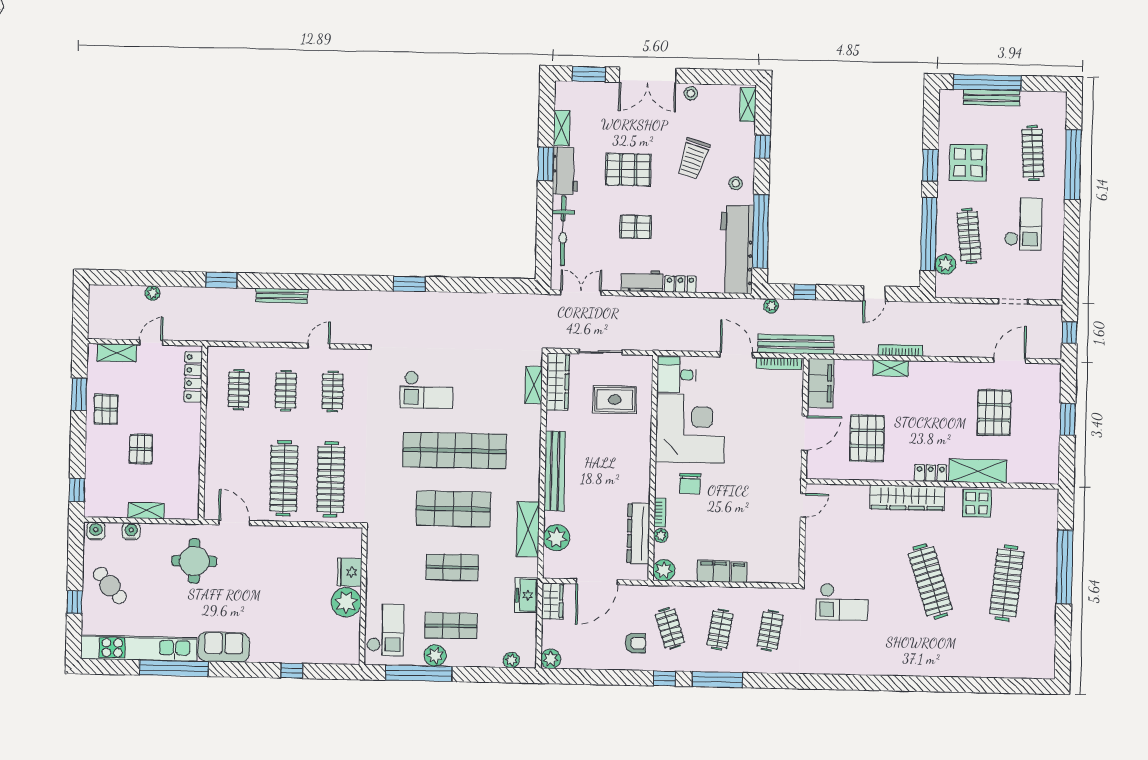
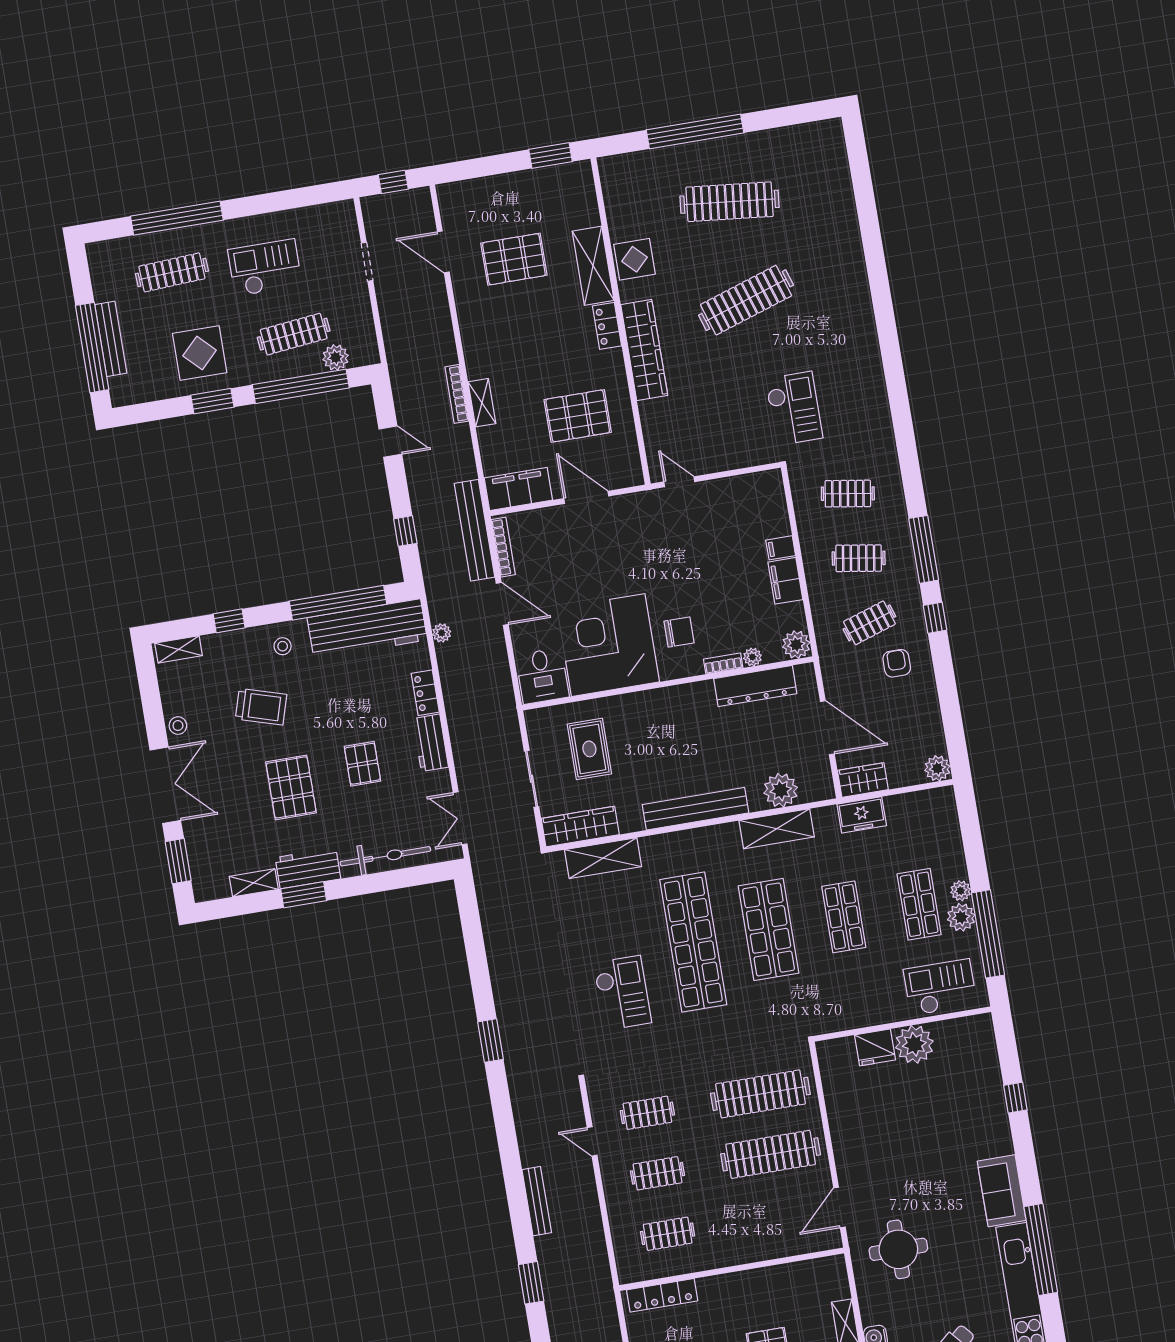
plant: (771, 306) -> (442, 633), moved
door: (736, 355) -> (502, 604), swing flipped
shelving: (534, 385) -> (603, 858), width x1.50, depth x1.33
window: (1068, 419) -> (551, 156), moved
plant: (511, 660) -> (961, 891), moved

